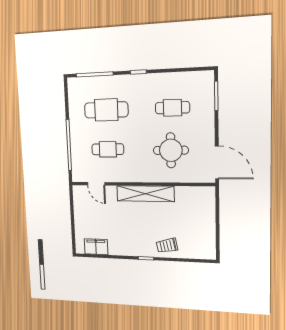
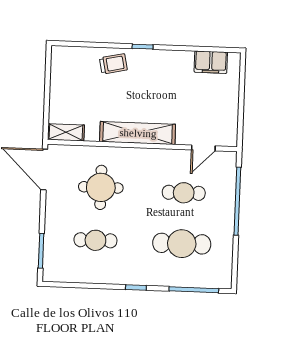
door: (96, 184) -> (203, 148), swing flipped
shelving: (201, 193) -> (66, 132), added

